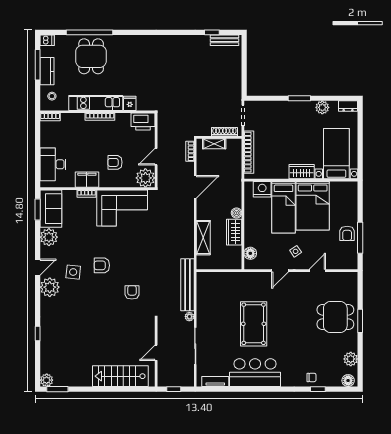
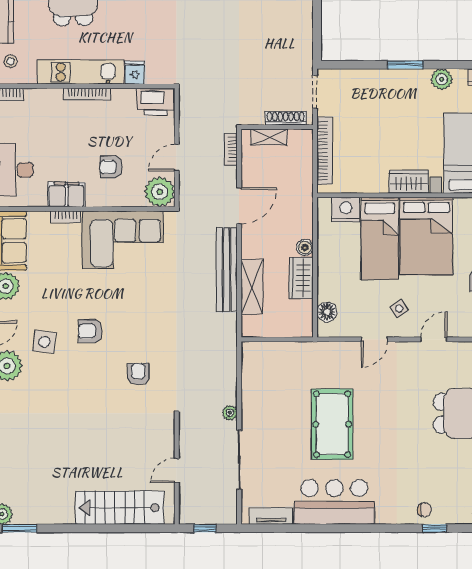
bench: (187, 285) -> (227, 270), moved

